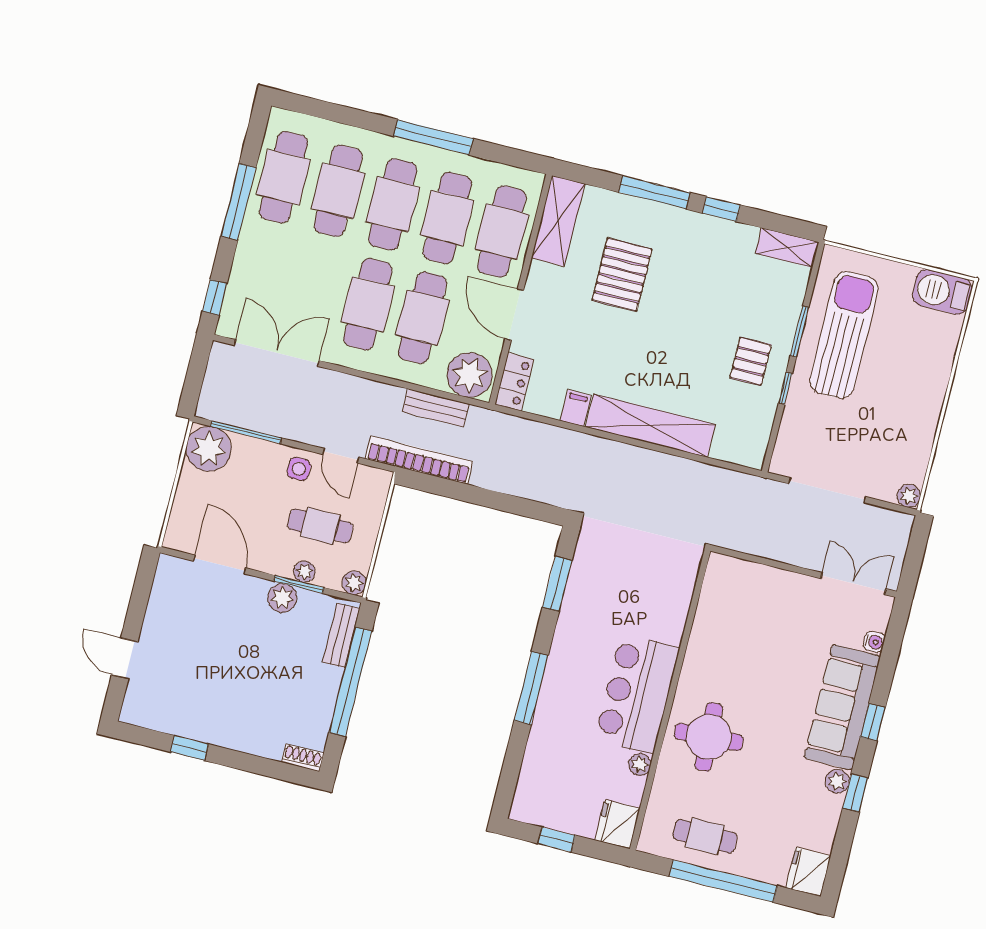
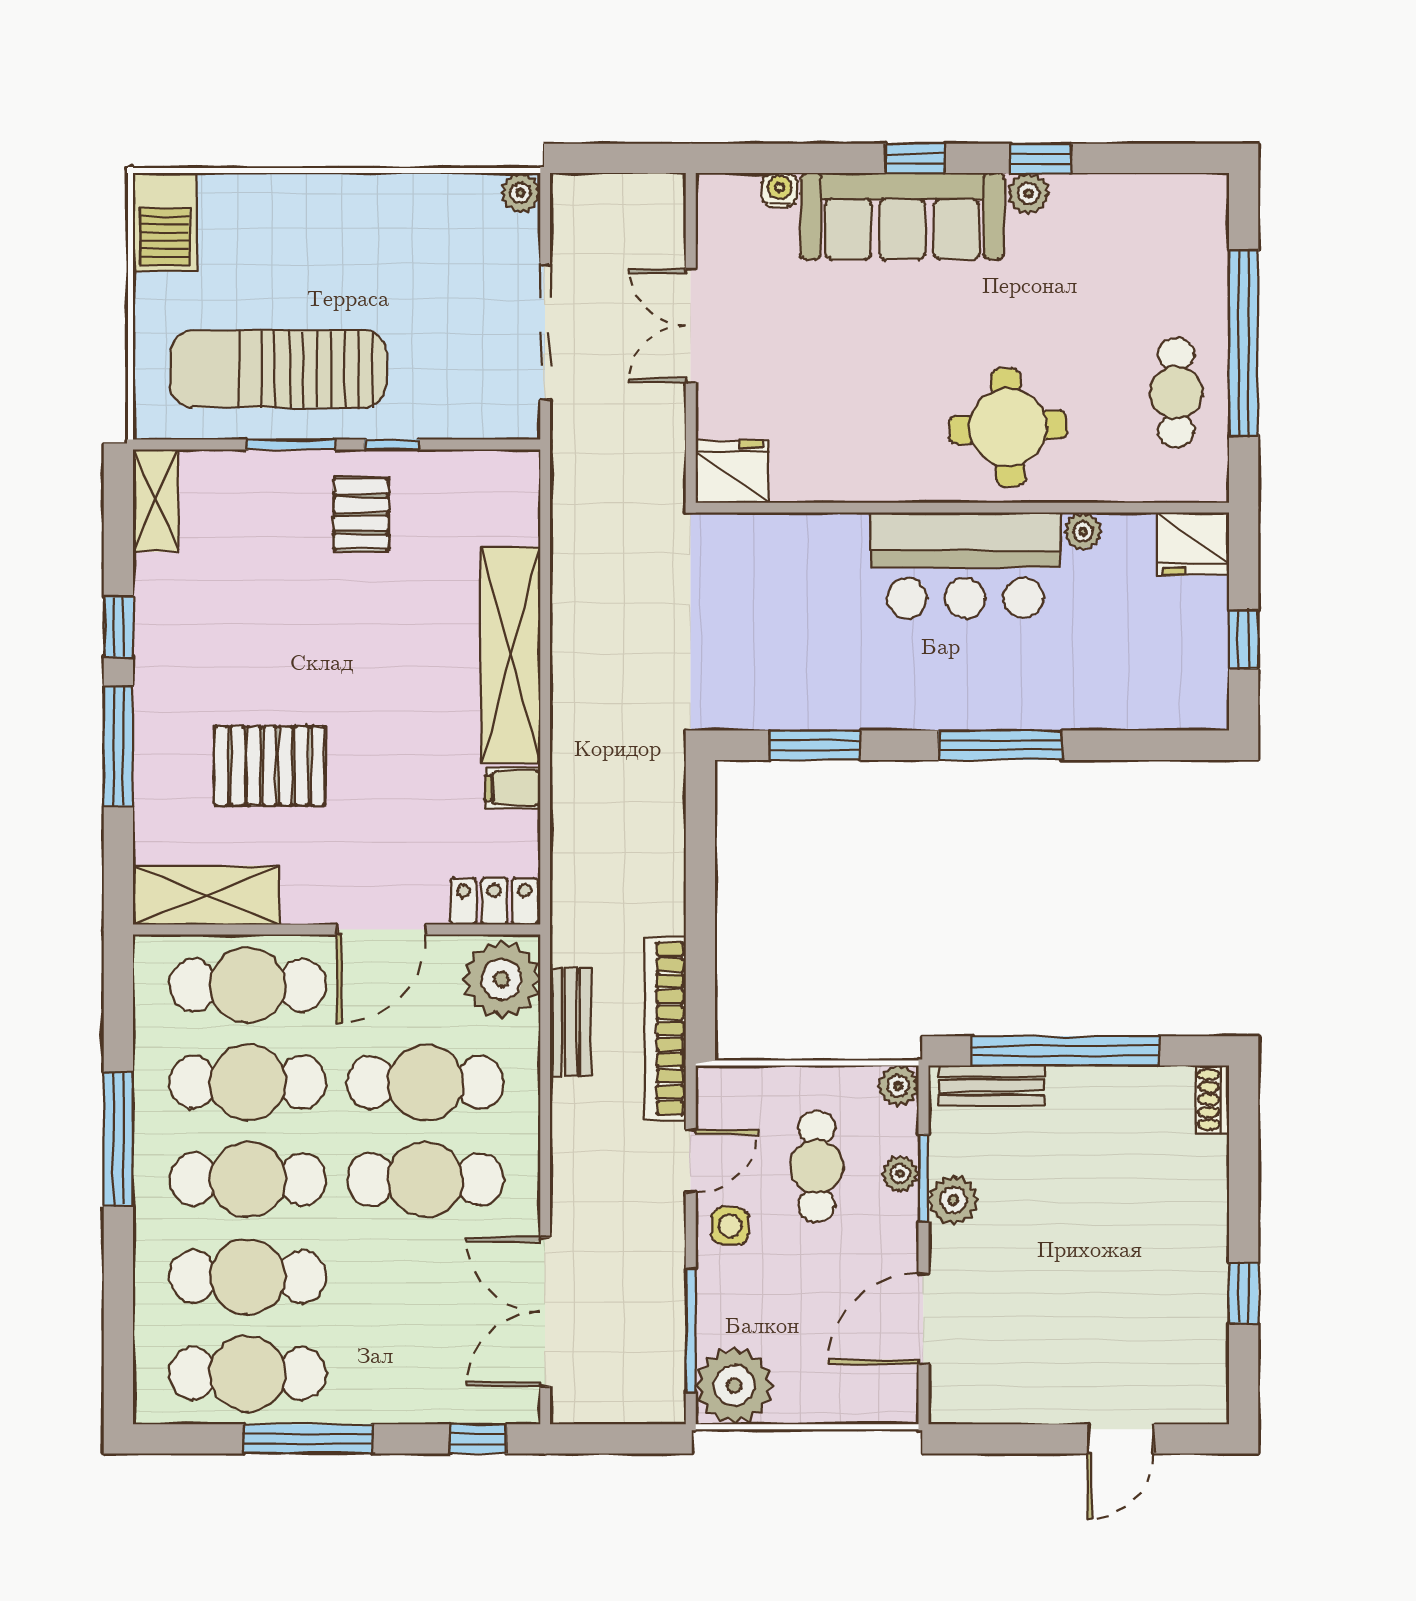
pallet: (751, 361) -> (361, 514), turned 90
double door: (853, 584) -> (691, 326), moved
fridge: (808, 872) -> (732, 471), moved, turned 180

